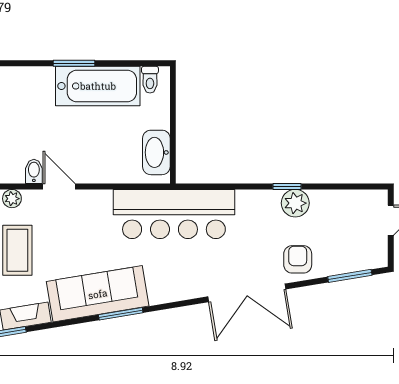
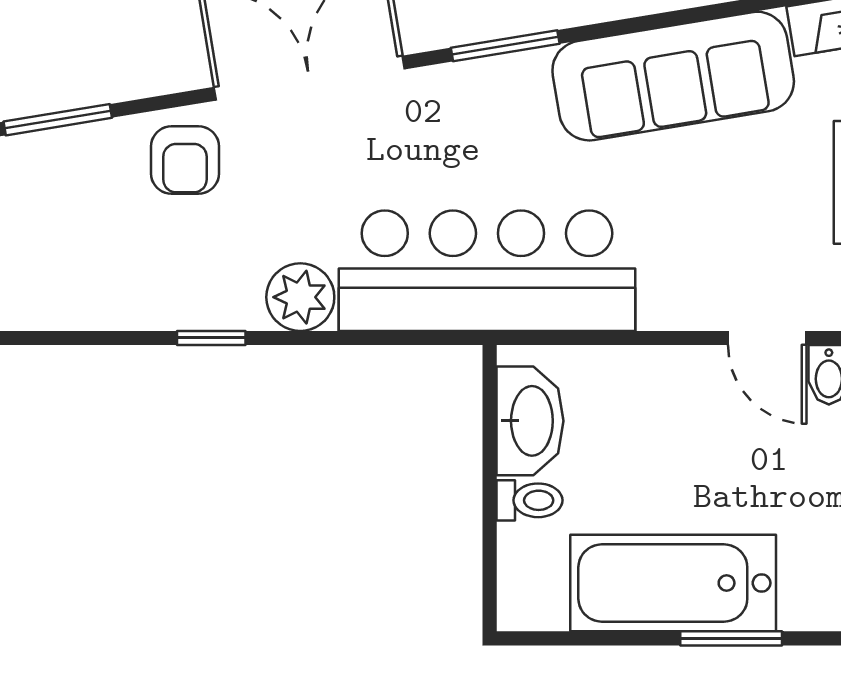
toilet: (150, 80) -> (529, 500), moved, turned 90
plant: (295, 203) -> (300, 297), moved
window: (121, 314) -> (505, 46), moved

